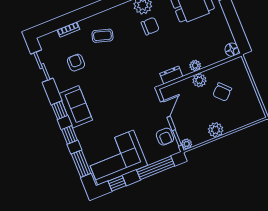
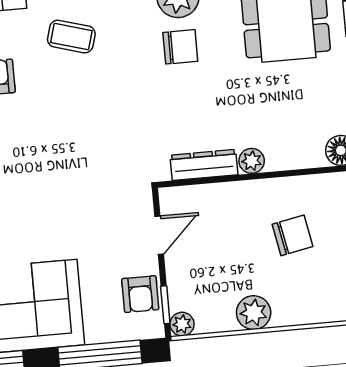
dresser: (171, 75) -> (204, 165), width x1.44
plant: (199, 80) -> (251, 195), removed
chair: (222, 92) -> (292, 235), turned -147

